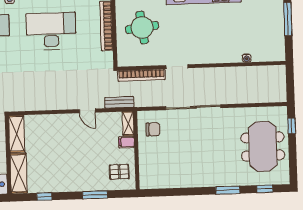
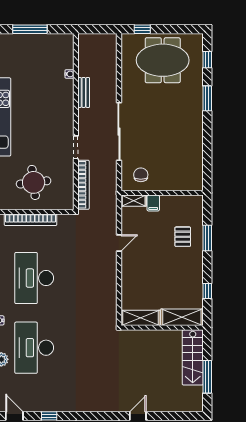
bench: (119, 102) -> (84, 92), moved
pallet: (119, 172) -> (183, 237), moved

